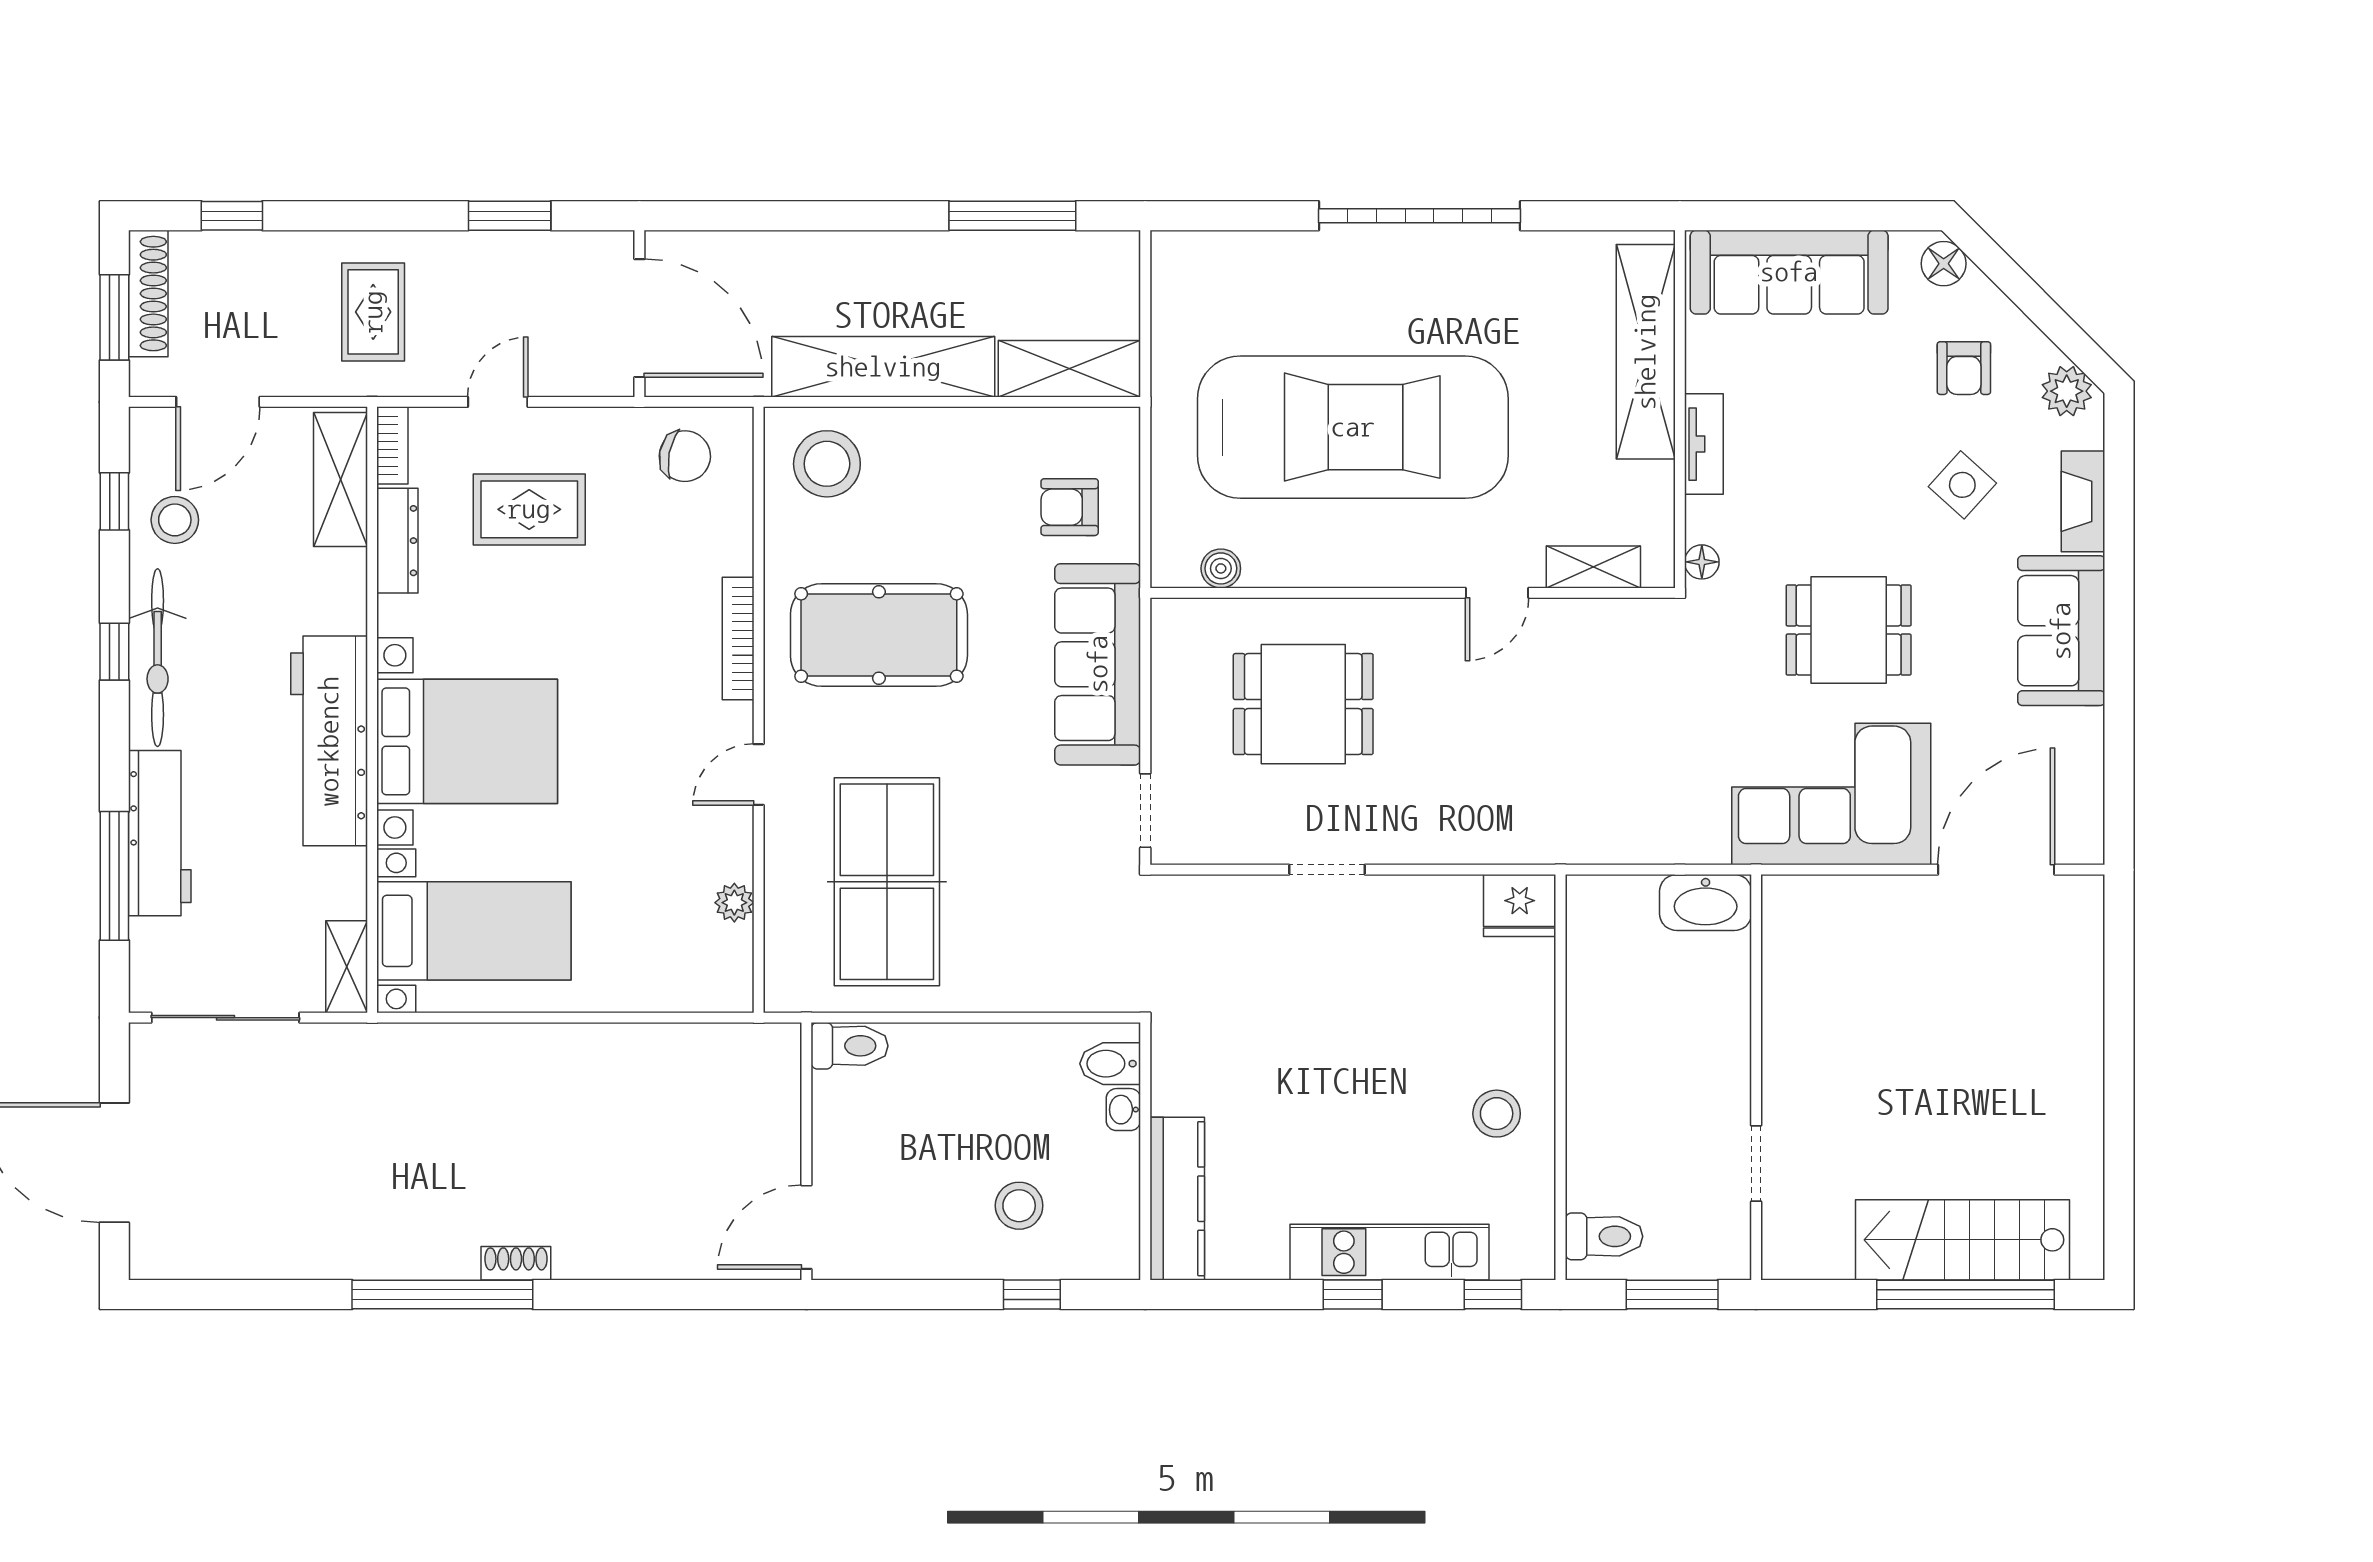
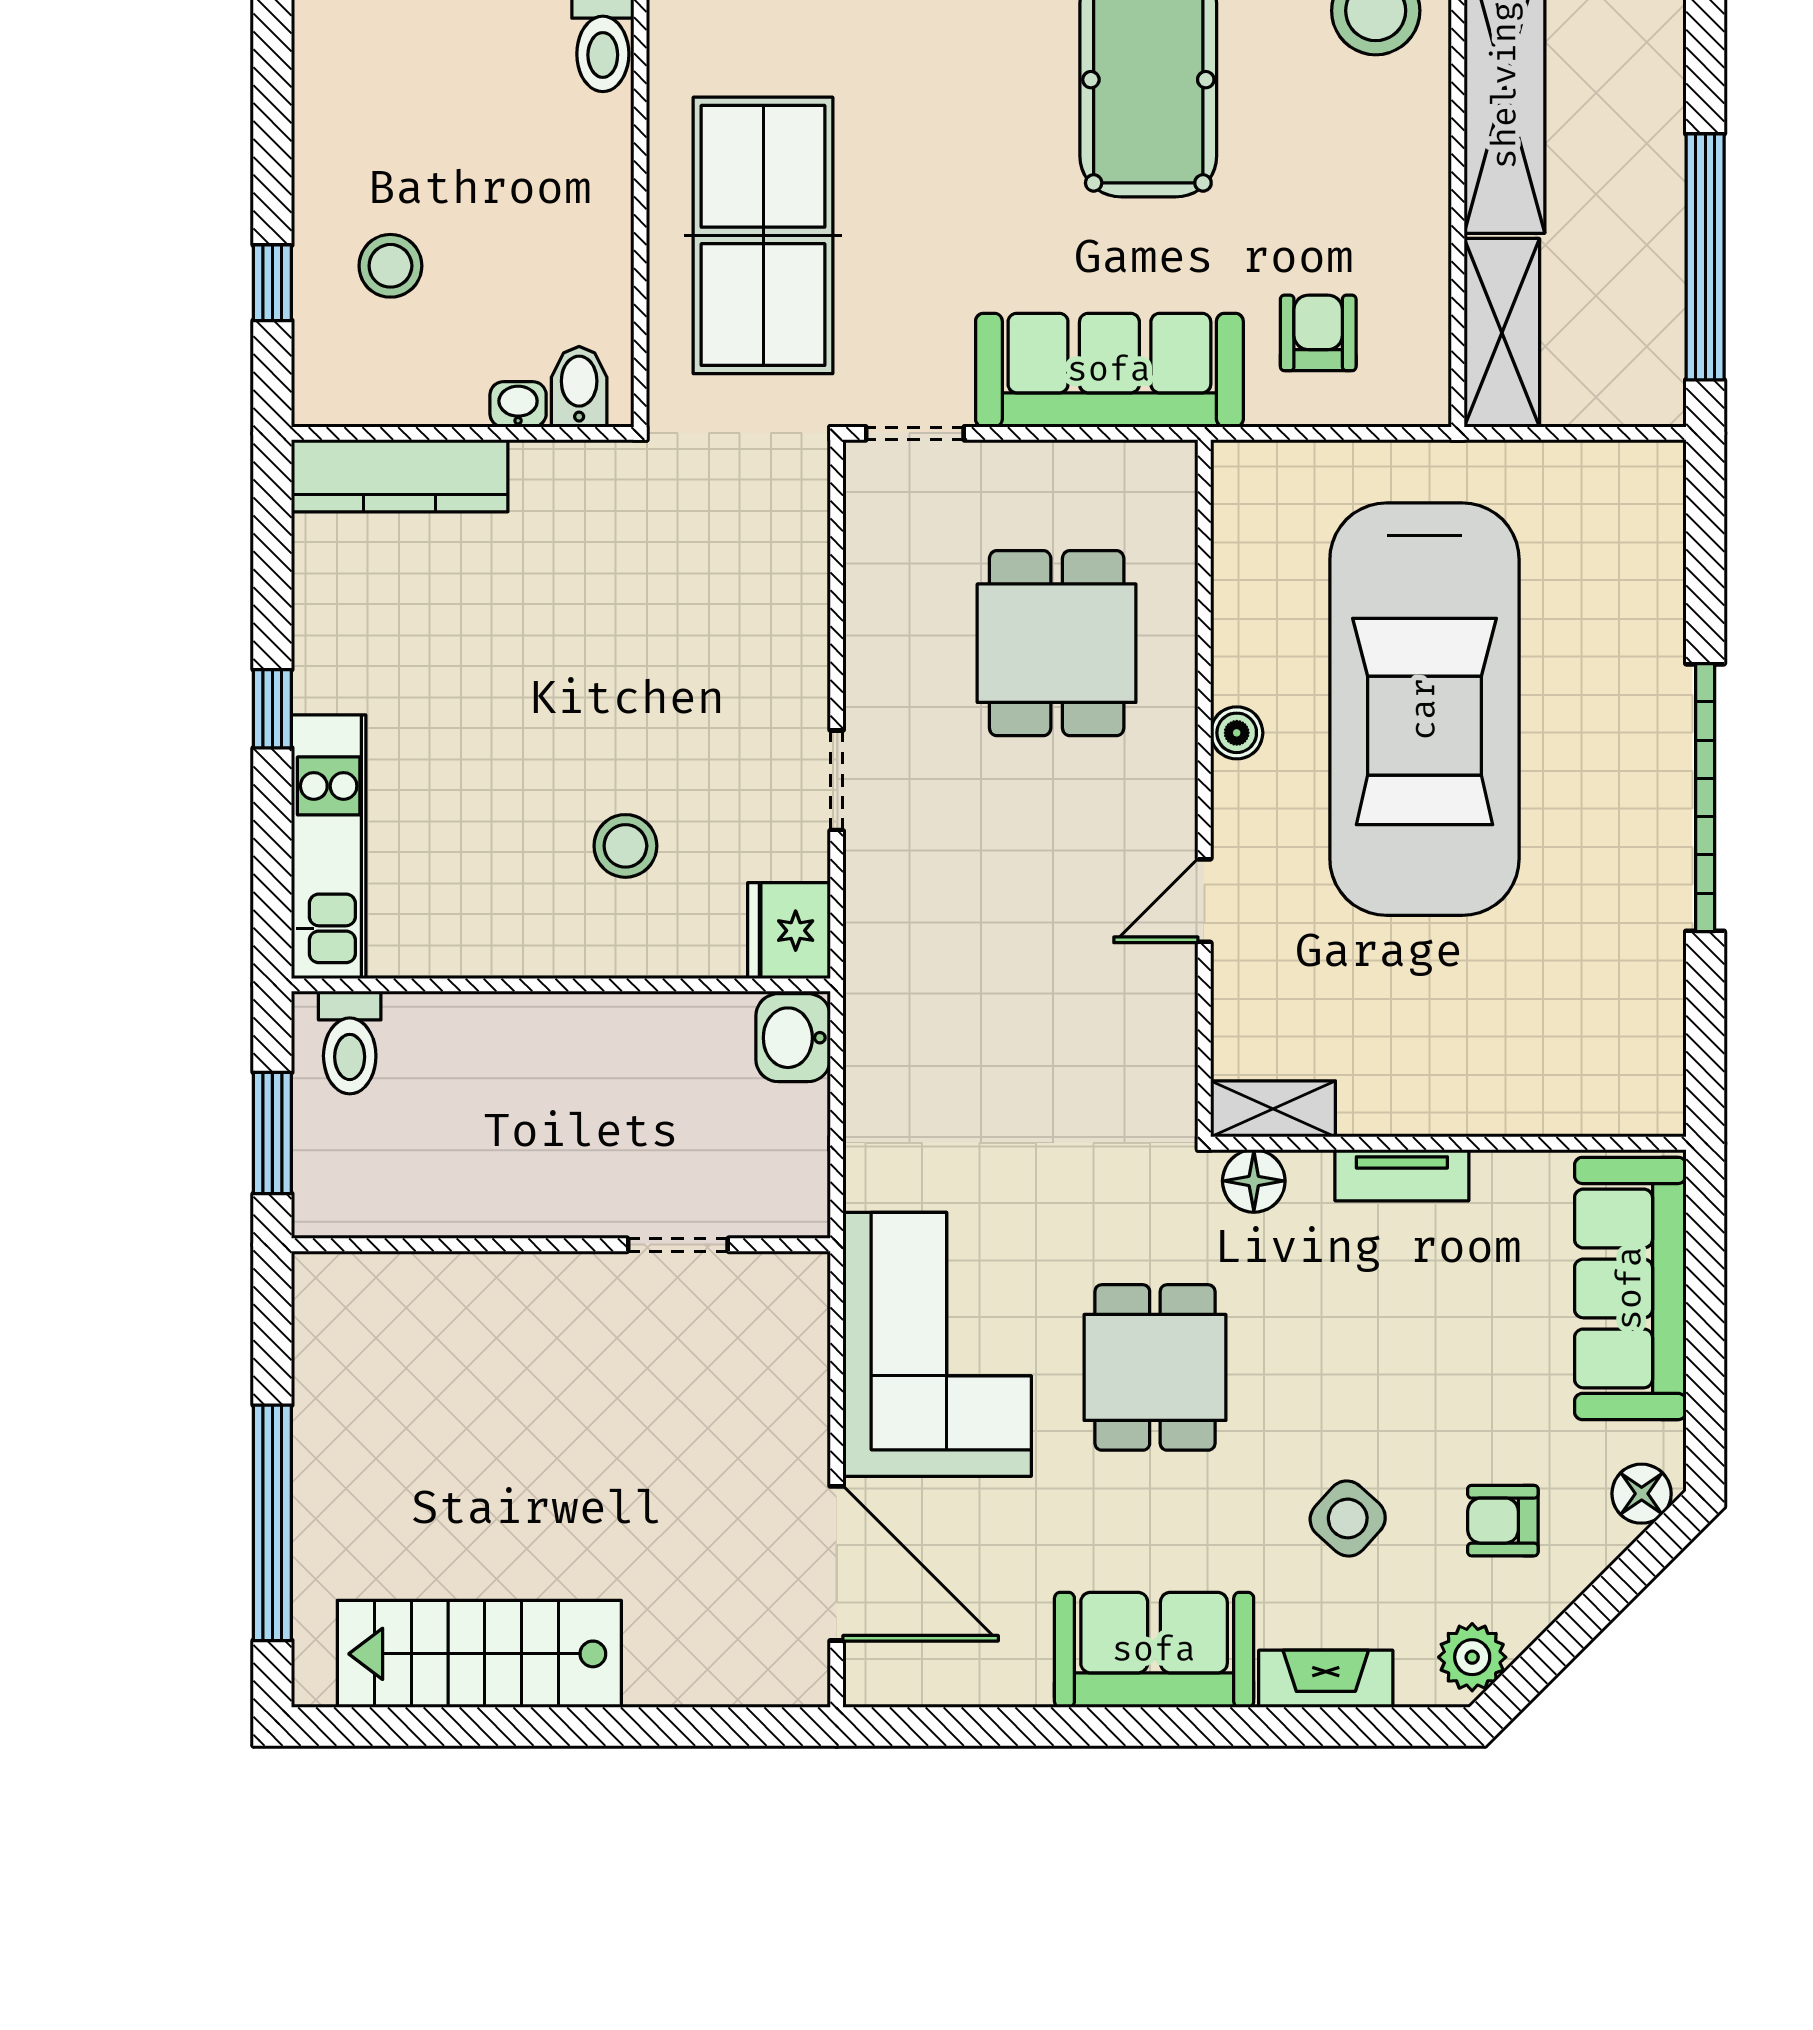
window: (1012, 216) -> (1705, 257), width x1.46
shelving: (1646, 352) -> (1524, 1098), removed
floor lamp: (1702, 562) -> (1254, 1181), width x1.37, depth x1.37
shelving: (1593, 567) -> (1273, 1109), moved, turned 90
boiler: (1221, 568) -> (1237, 733), moved
door: (1497, 593) -> (1204, 901), hinge flipped
doorway: (1327, 870) -> (837, 780), moved
table tennis table: (887, 882) -> (763, 235), moved, turned 90
washbasin: (1706, 903) -> (793, 1038), moved, width x0.72
stool: (1497, 1114) -> (625, 846), moved
doorway: (1756, 1164) -> (678, 1245), moved
stairs: (1962, 1240) -> (479, 1654), moved, turned -90
kitchen unit: (1390, 1252) -> (329, 847), moved
window: (1493, 1294) -> (272, 895), removed

